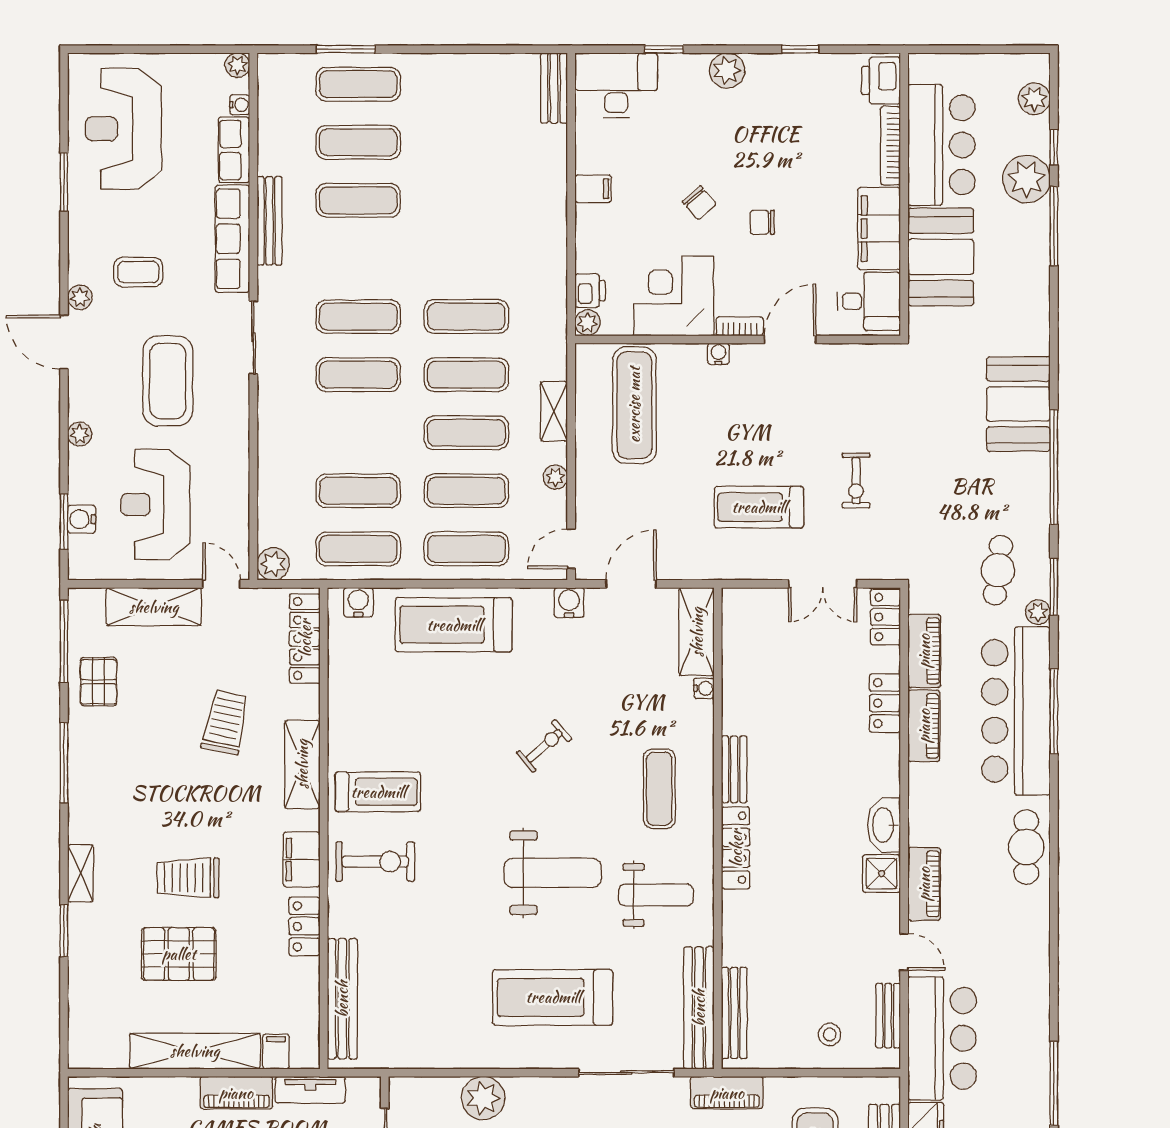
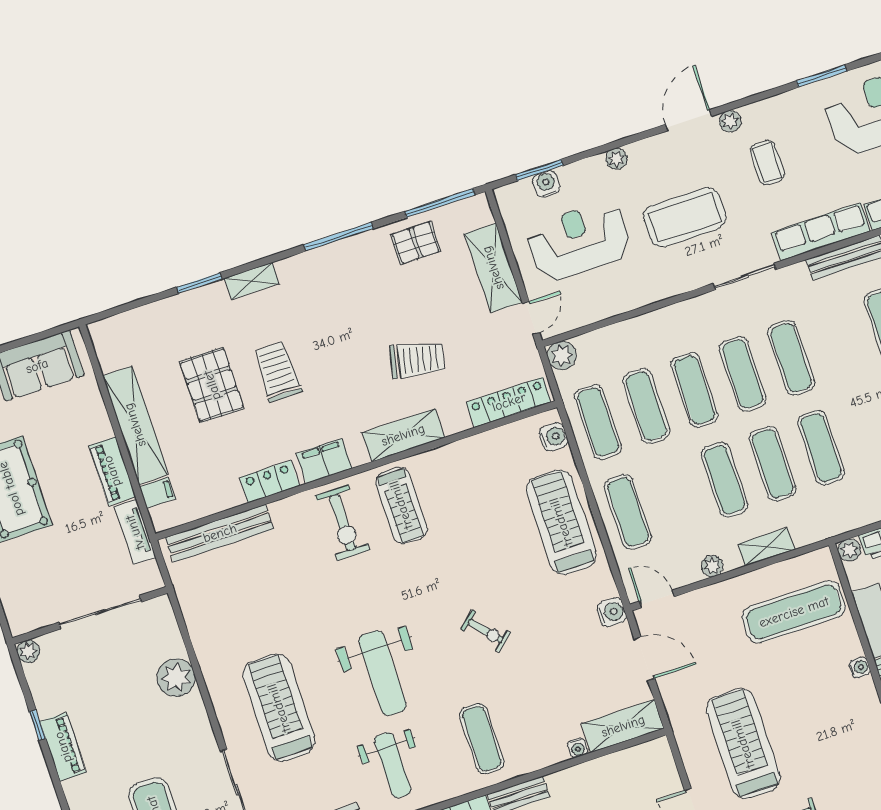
exercise mat: (466, 491) -> (694, 390), moved
treadmill: (759, 507) -> (743, 744), width x1.37, depth x1.38
exercise mat: (659, 789) -> (482, 739), turned 90

